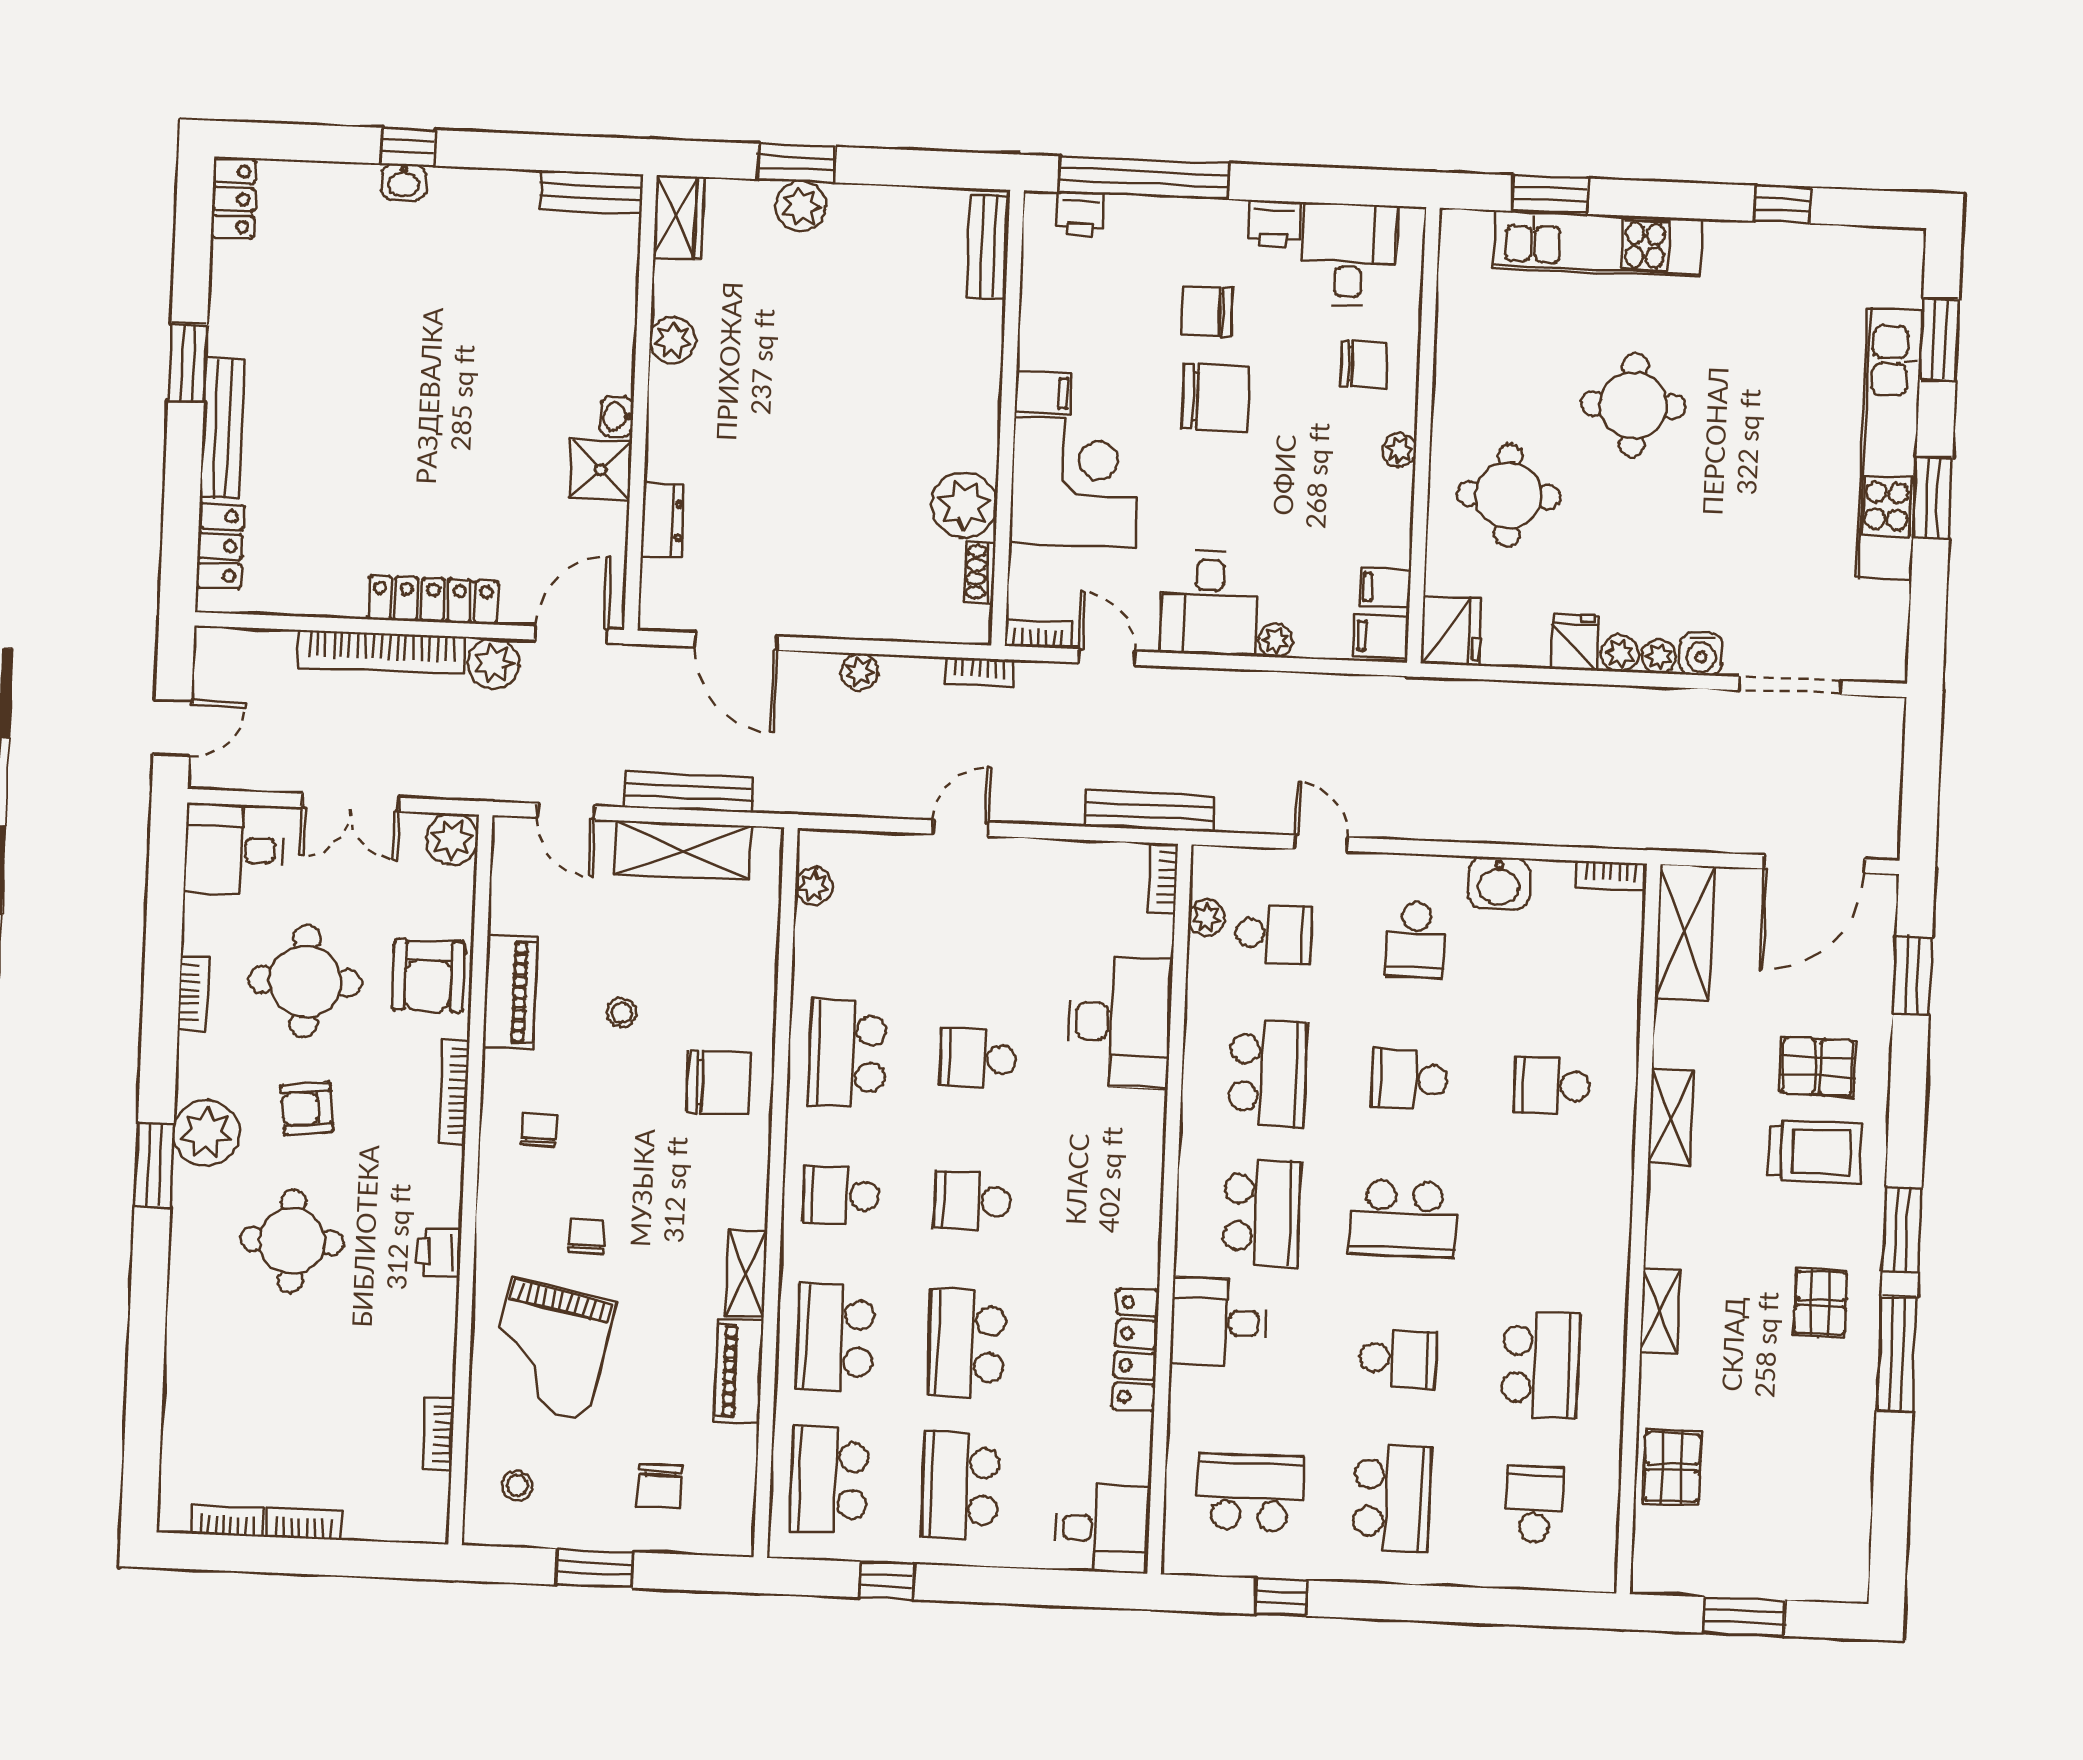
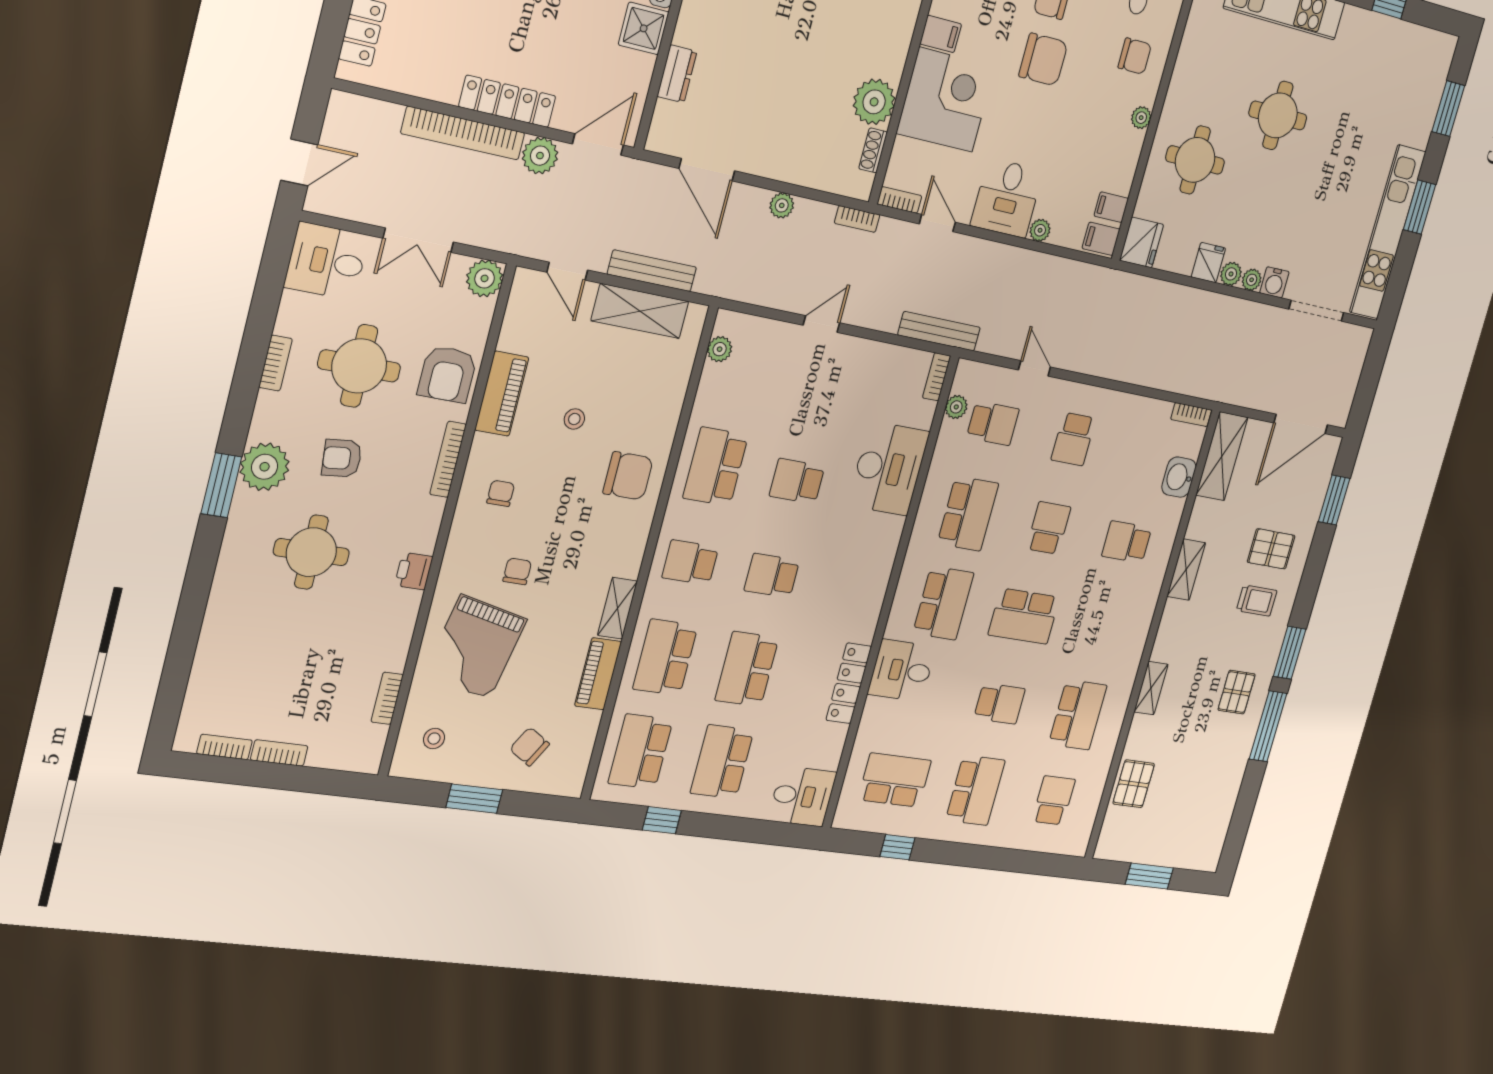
kitchen unit: (1889, 444) -> (1388, 232), moved
washbasin: (1499, 883) -> (1179, 477), moved, turned 90
school desk: (1410, 1079) -> (1049, 528), turned 90
trolley: (1815, 1152) -> (1257, 601), width x0.73, depth x0.72
chair: (660, 1486) -> (530, 747), turned 121

